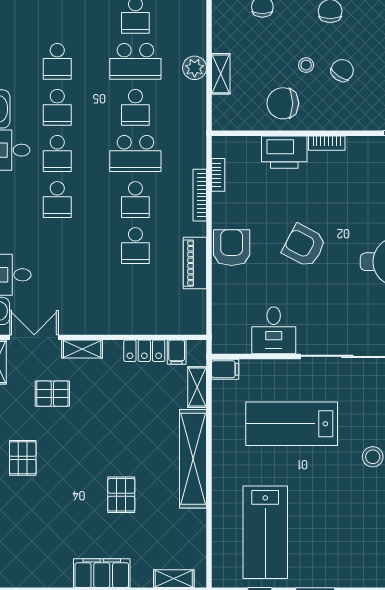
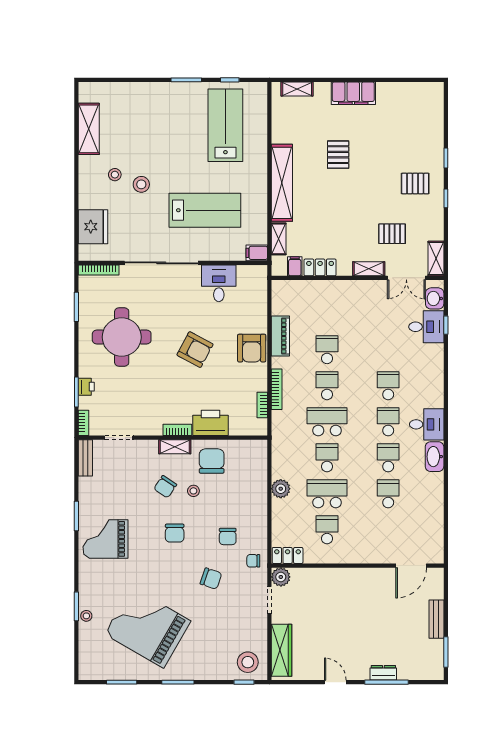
shelving: (221, 74) -> (175, 447), moved, turned 90
chair: (283, 103) -> (212, 461), turned -90
pallet: (23, 458) -> (415, 184), turned 90

